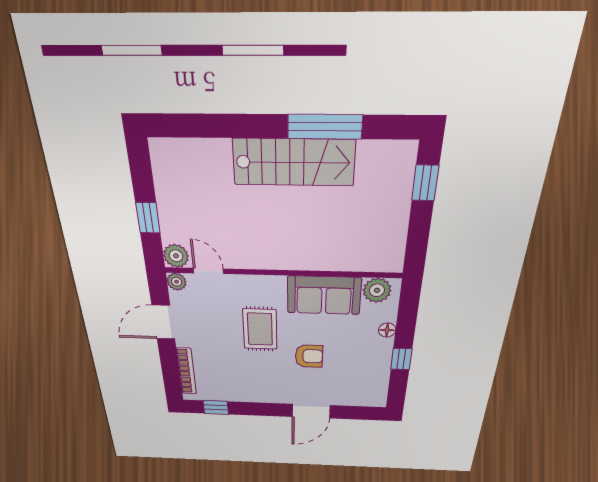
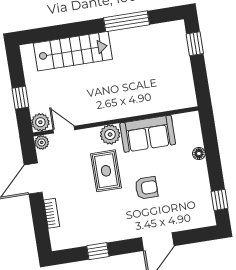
stairs: (294, 162) -> (73, 51), moved
plant: (377, 290) -> (110, 135), moved
window: (401, 359) -> (220, 200), moved
bookcase: (186, 371) -> (52, 213), width x0.64
window: (216, 407) -> (98, 251), moved

